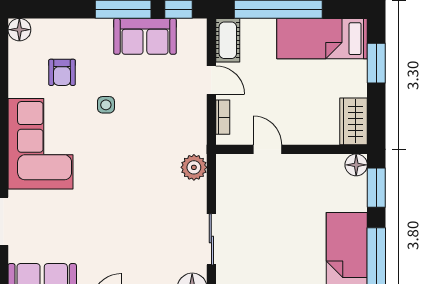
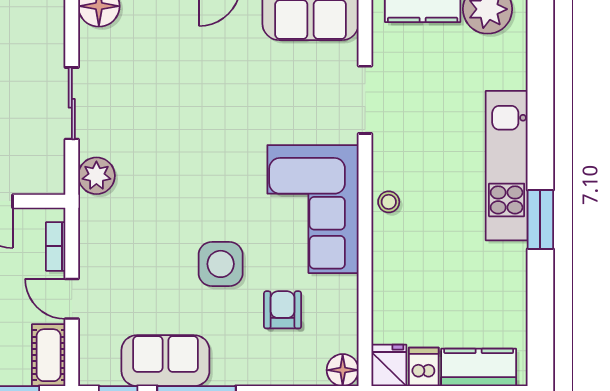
side table: (106, 105) -> (221, 264), width x1.87, depth x1.87
sliding door: (211, 239) -> (72, 103), moved

